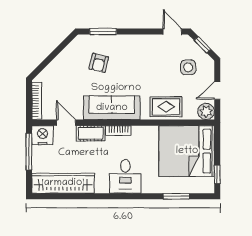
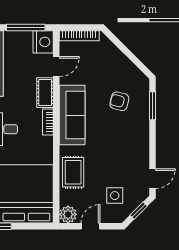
door: (217, 90) -> (90, 226), hinge flipped

